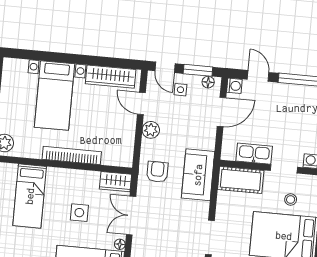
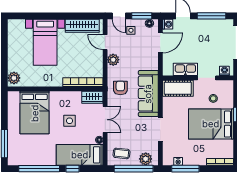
bookcase: (72, 156) -> (83, 82), moved
sofa: (198, 175) -> (148, 94), width x1.36
bed: (30, 196) -> (35, 113), width x1.50
double door: (131, 216) -> (105, 120), swing flipped

